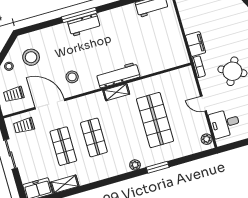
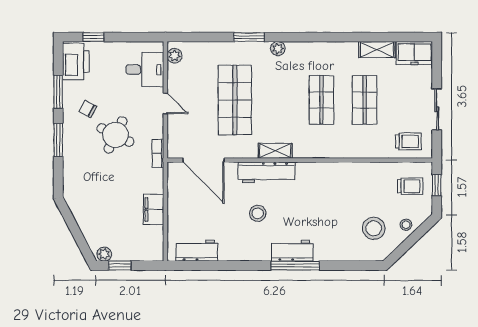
filing cabinet: (196, 44) -> (154, 209), moved
stool: (72, 77) -> (258, 213), moved
door: (50, 104) -> (203, 160), moved

